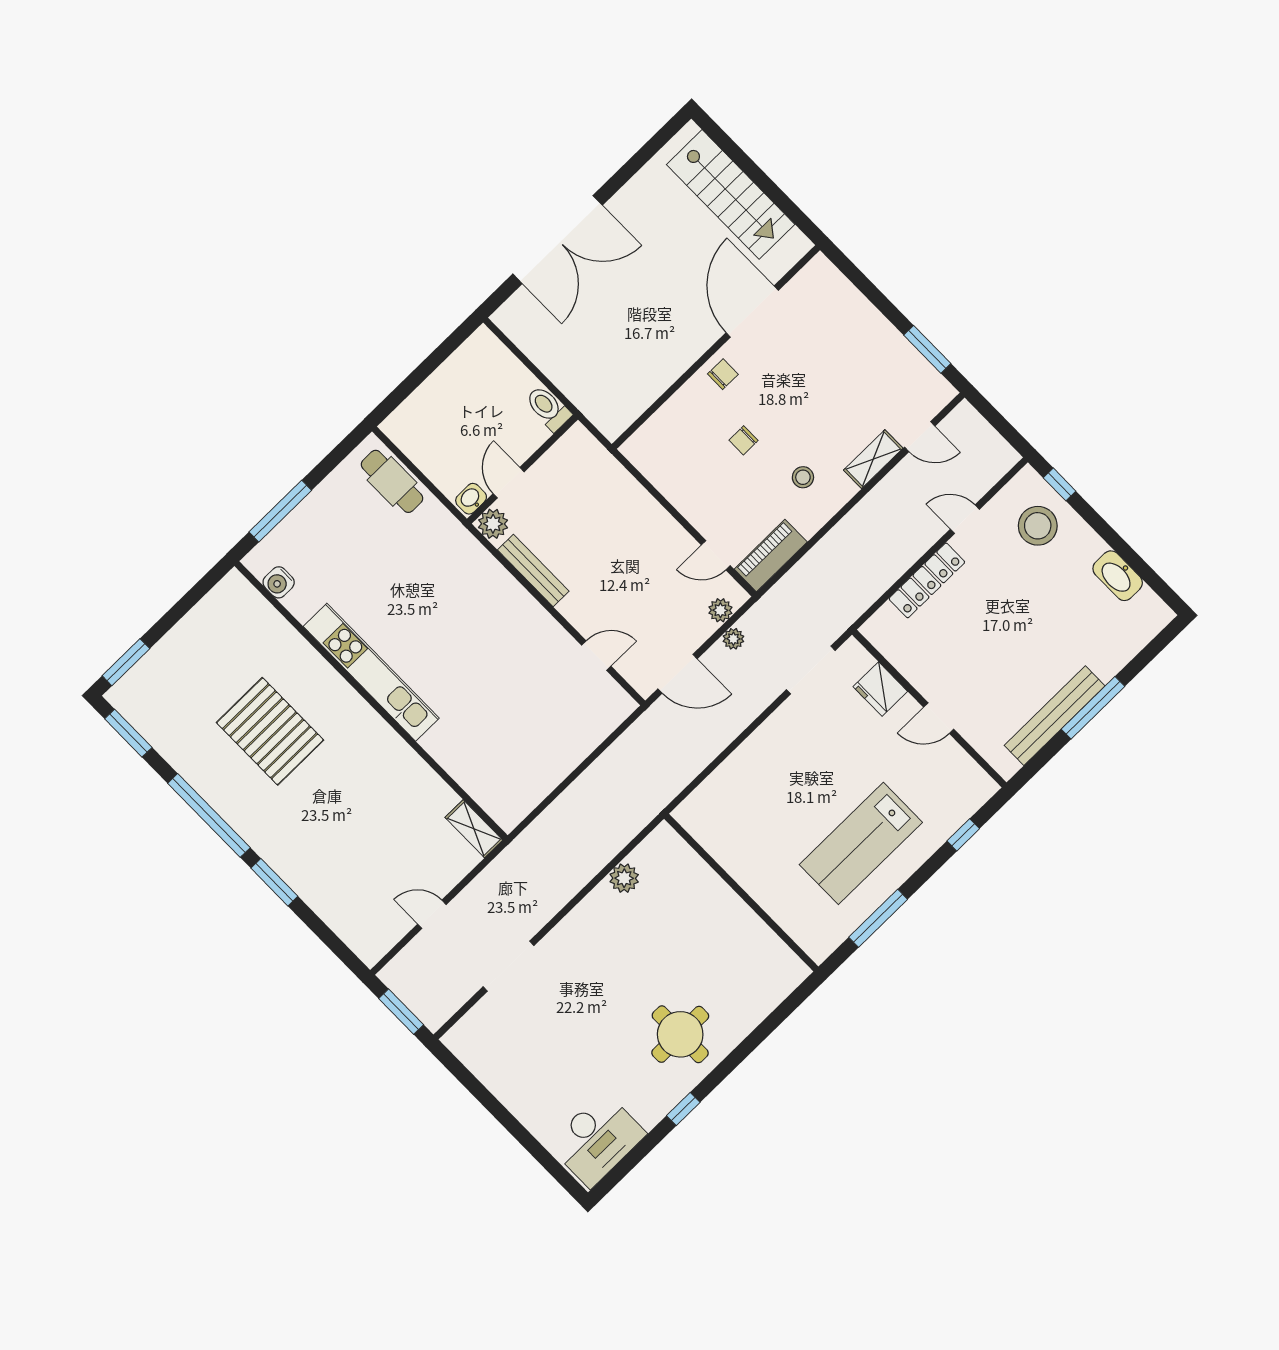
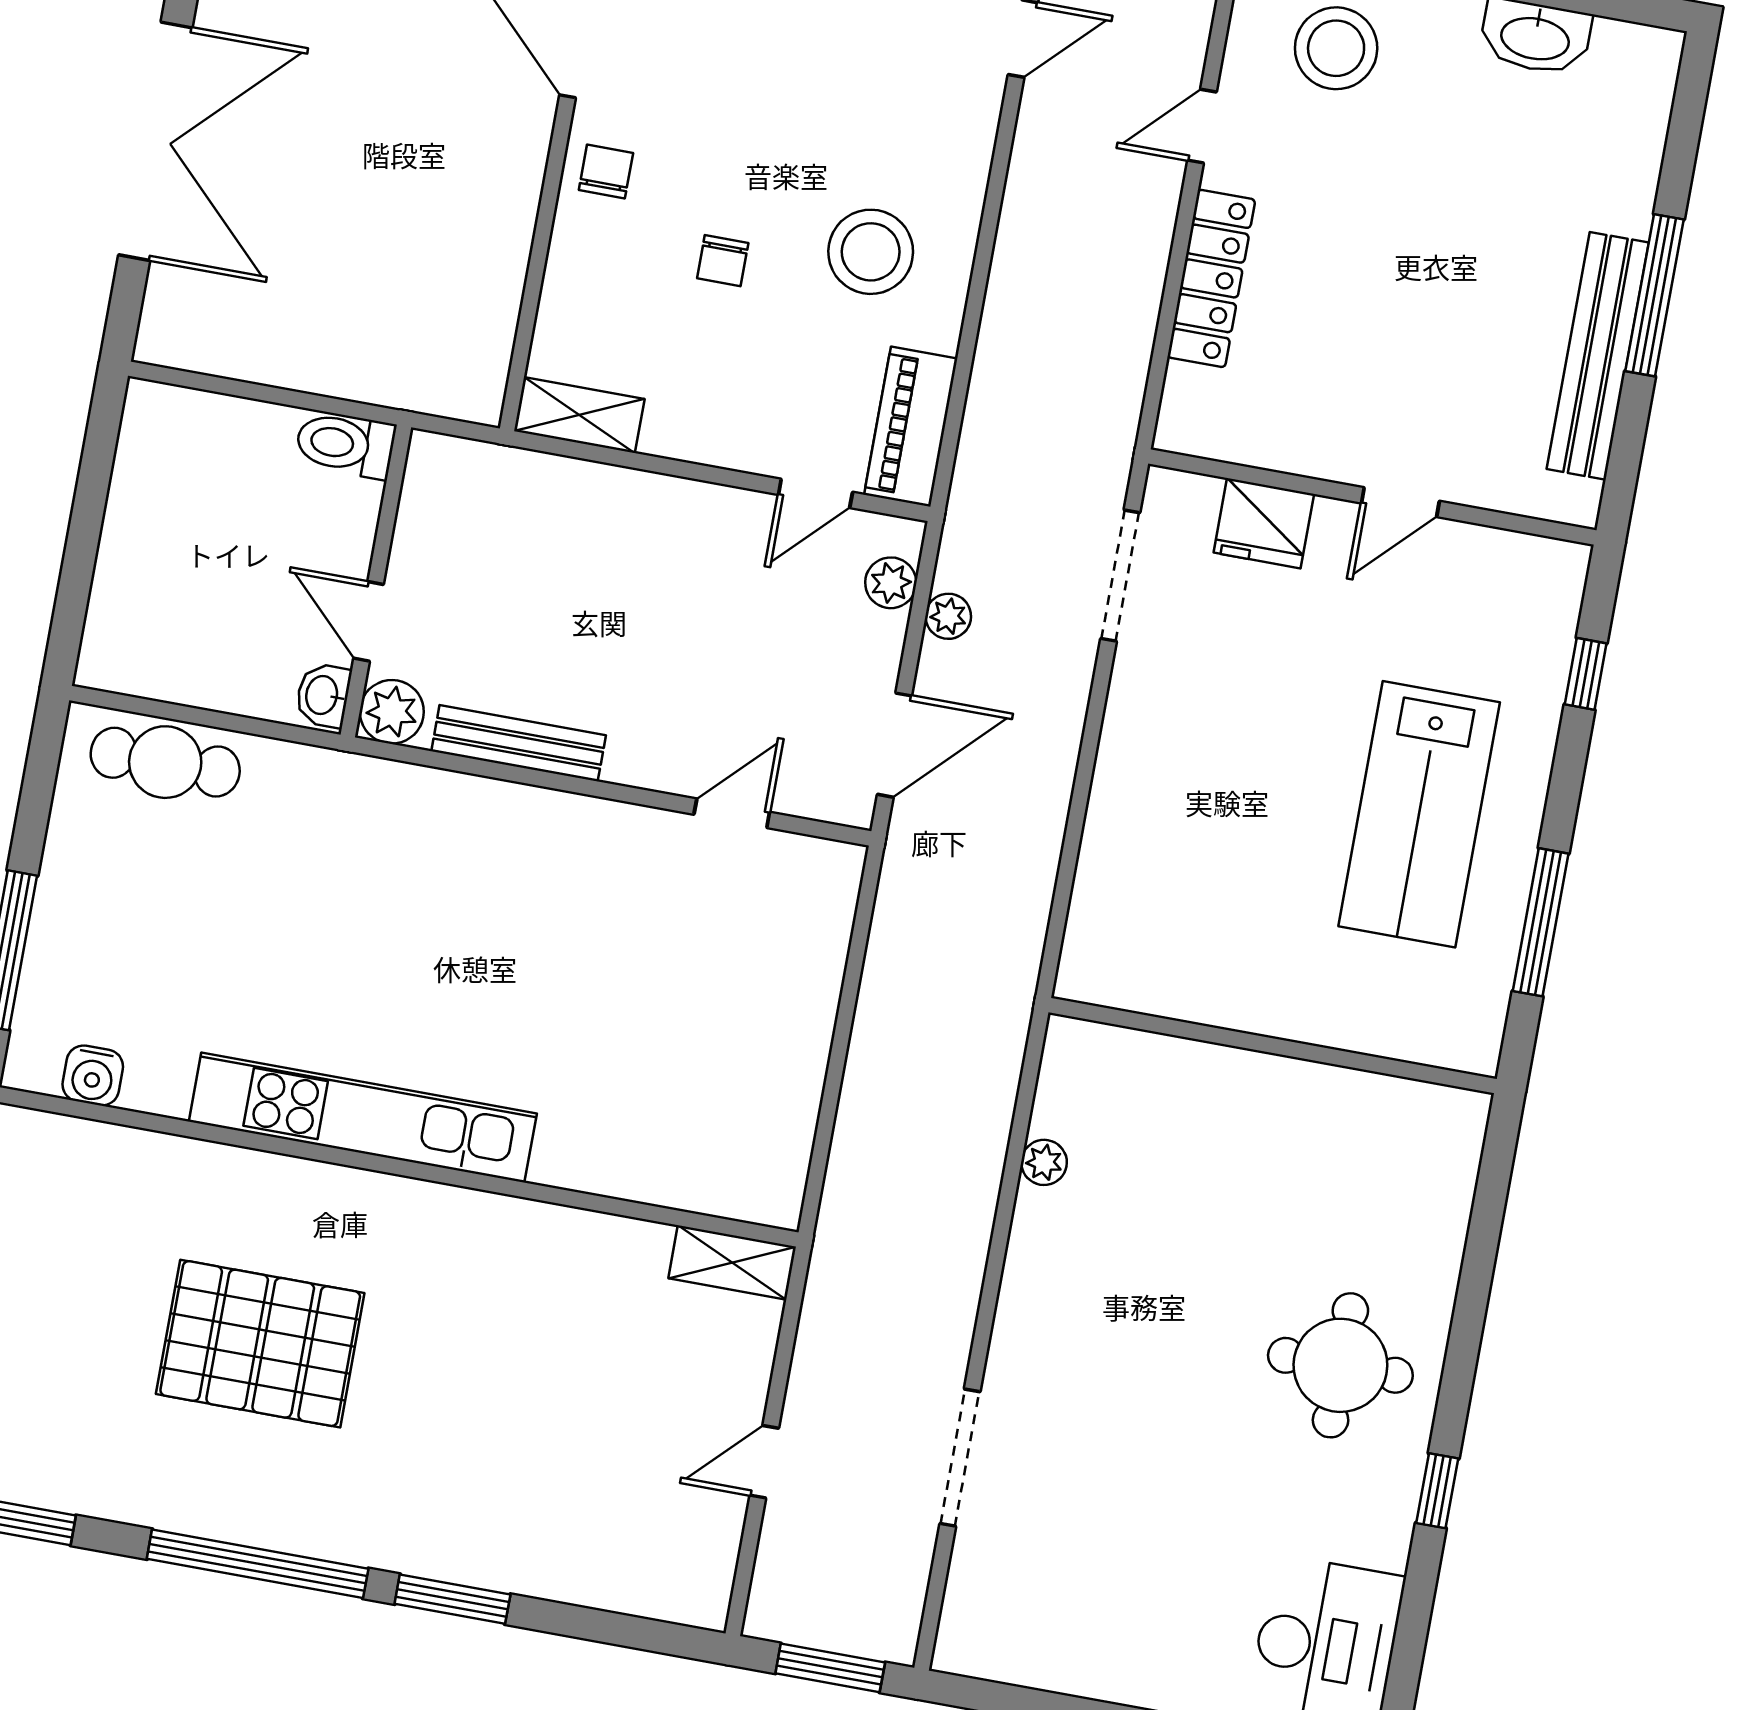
shelving: (873, 459) -> (579, 415), moved, turned 90
stool: (803, 477) -> (871, 252), width x1.89, depth x1.89
plant: (624, 878) -> (1044, 1162), width x0.73, depth x0.73

